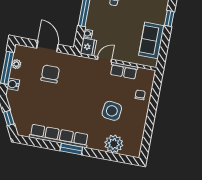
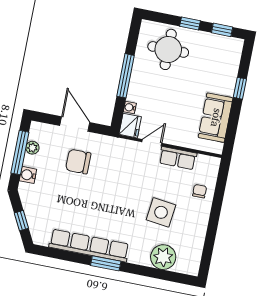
chair: (50, 74) -> (78, 162), turned -90

